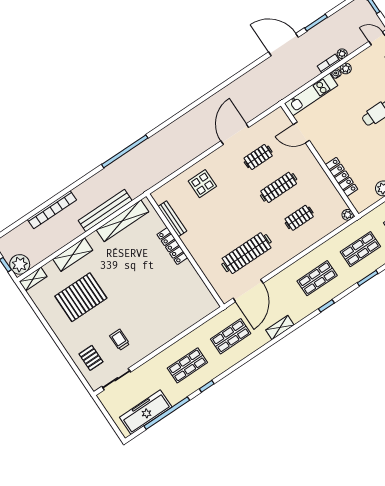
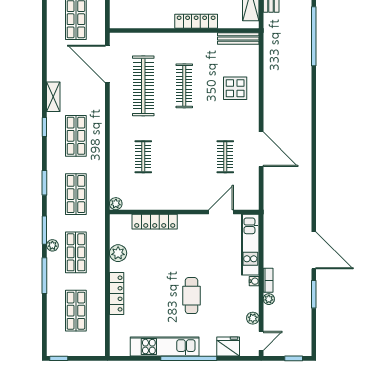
door: (284, 45) -> (314, 250), hinge flipped
plant: (346, 69) -> (253, 318), moved
clothes rail: (279, 187) -> (184, 86), moved
bench: (172, 219) -> (238, 39), moved
shelving: (280, 328) -> (53, 97), moved

